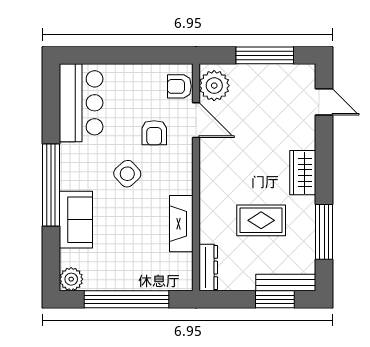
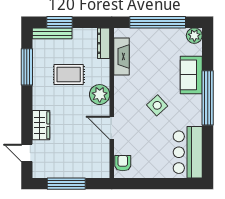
armchair: (179, 86) -> (123, 163), turned -90
plant: (214, 86) -> (100, 95), moved
door: (196, 120) -> (112, 128), moved
armchair: (154, 133) -> (139, 132), removed
wardrobe: (303, 173) -> (41, 125), moved
fireplace: (181, 224) -> (121, 57), moved

